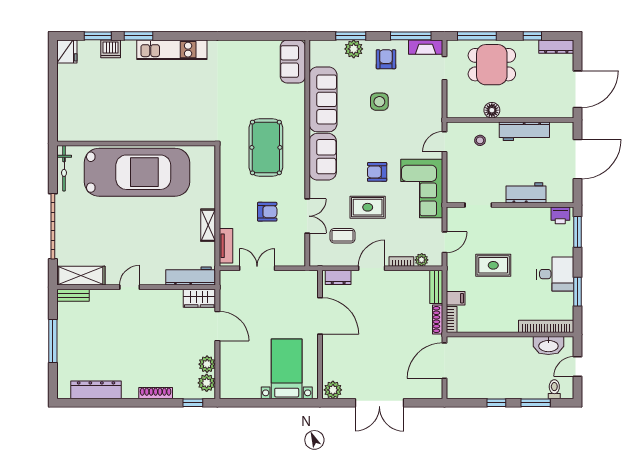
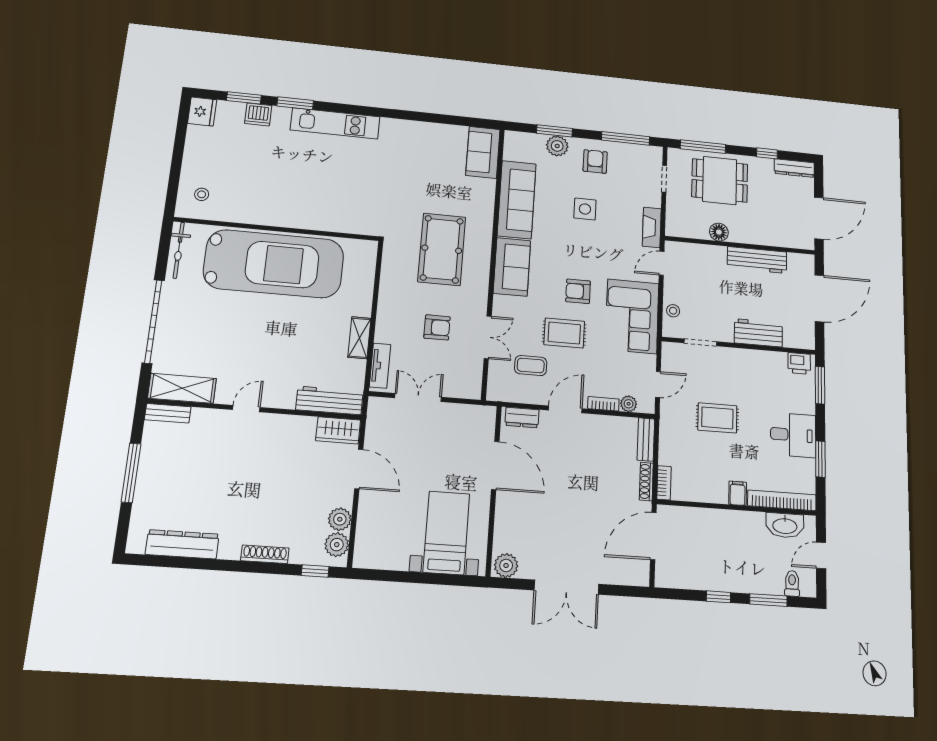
fireplace: (426, 47) -> (652, 227), moved, turned 90
stool: (75, 121) -> (202, 194), added
stool: (480, 140) -> (673, 311), moved
filing cabinet: (456, 298) -> (738, 493), moved, turned -90

